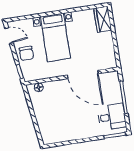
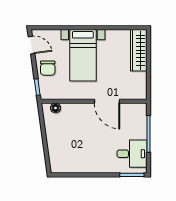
wardrobe: (103, 19) -> (139, 50), width x1.50
door: (83, 74) -> (107, 101), width x0.73

